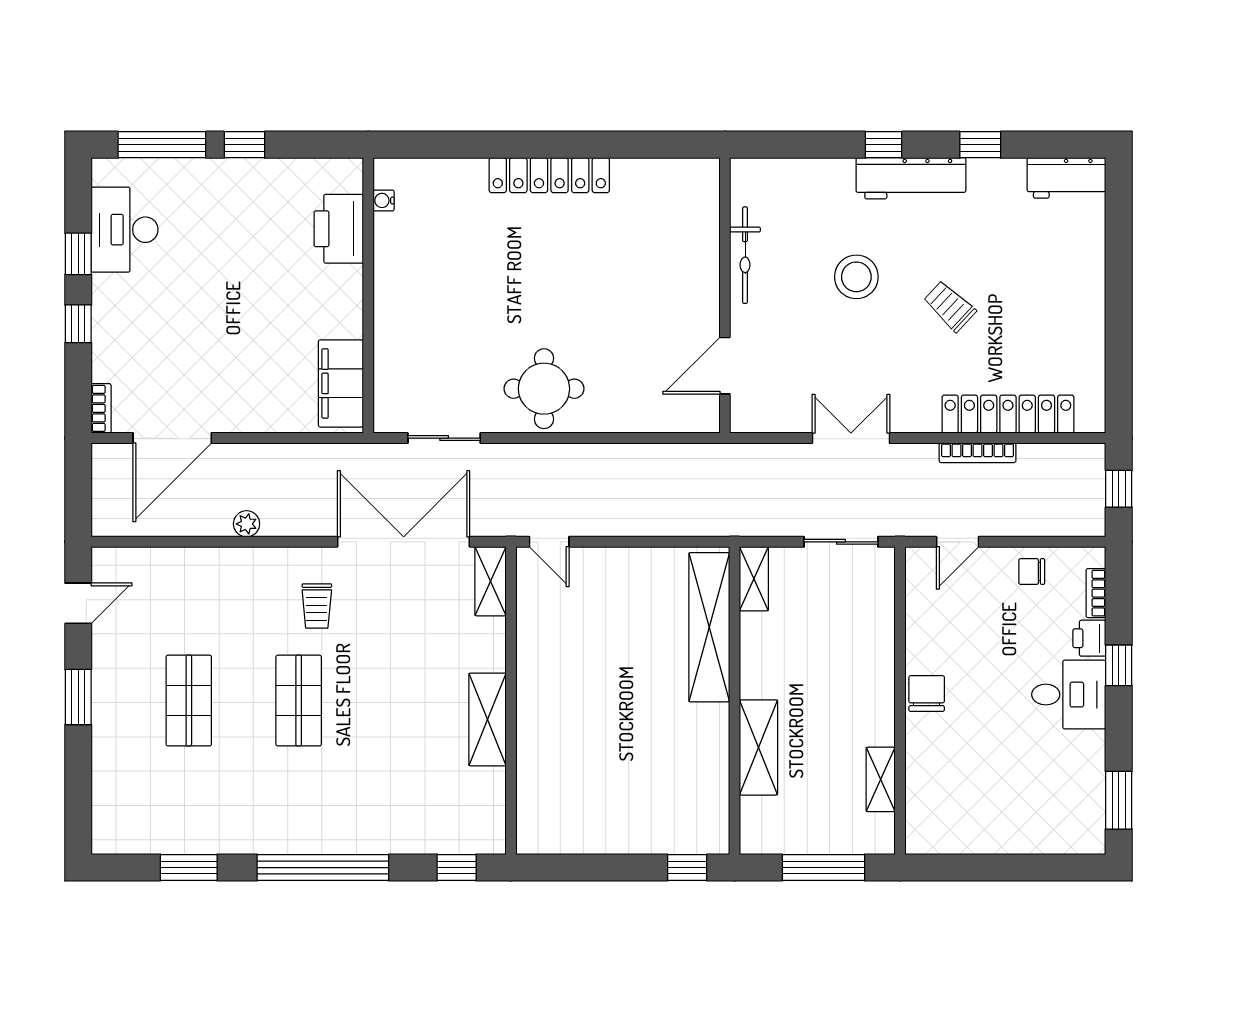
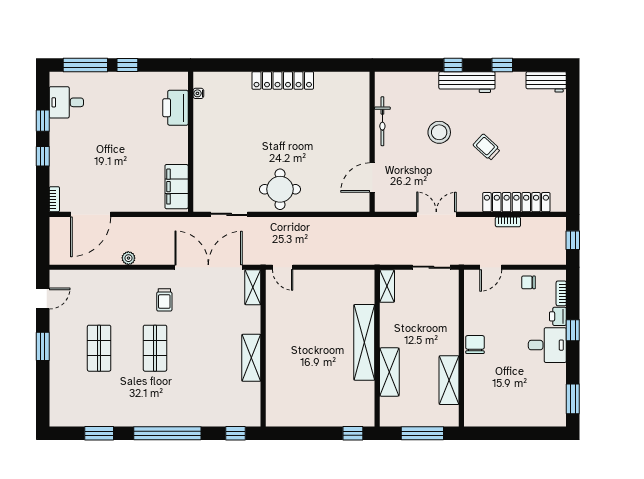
desk: (125, 230) -> (66, 102), width x0.73
bookcase: (978, 453) -> (508, 222), width x0.64
shelving: (709, 627) -> (364, 342), moved
shelving: (881, 779) -> (449, 380), width x1.50, depth x1.33

